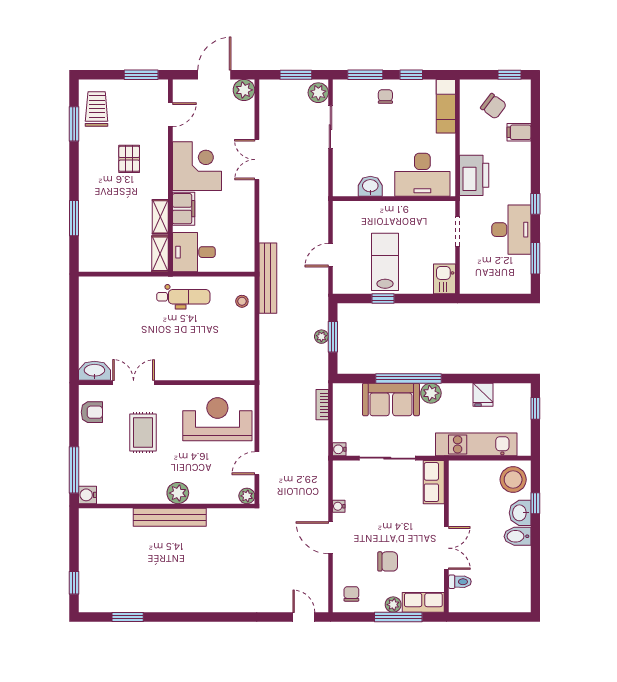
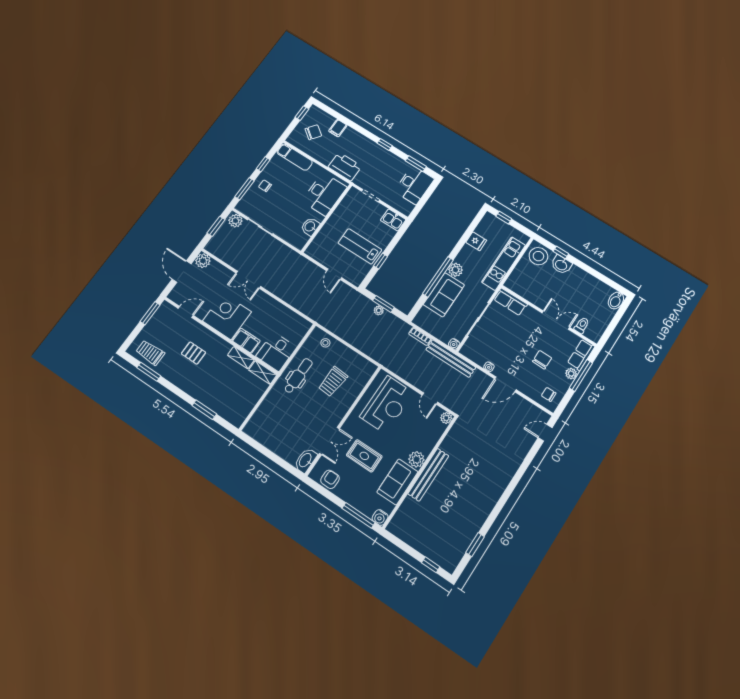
door: (170, 115) -> (186, 312), hinge flipped
desk: (511, 230) -> (414, 185), moved, turned 90
bench: (268, 278) -> (451, 358), moved
trolley: (203, 341) -> (333, 382), added
double door: (134, 383) -> (329, 441), swing flipped
reception desk: (217, 419) -> (387, 405), turned 180
sofa: (139, 488) -> (397, 482), added
bidet: (517, 536) -> (616, 300), moved

